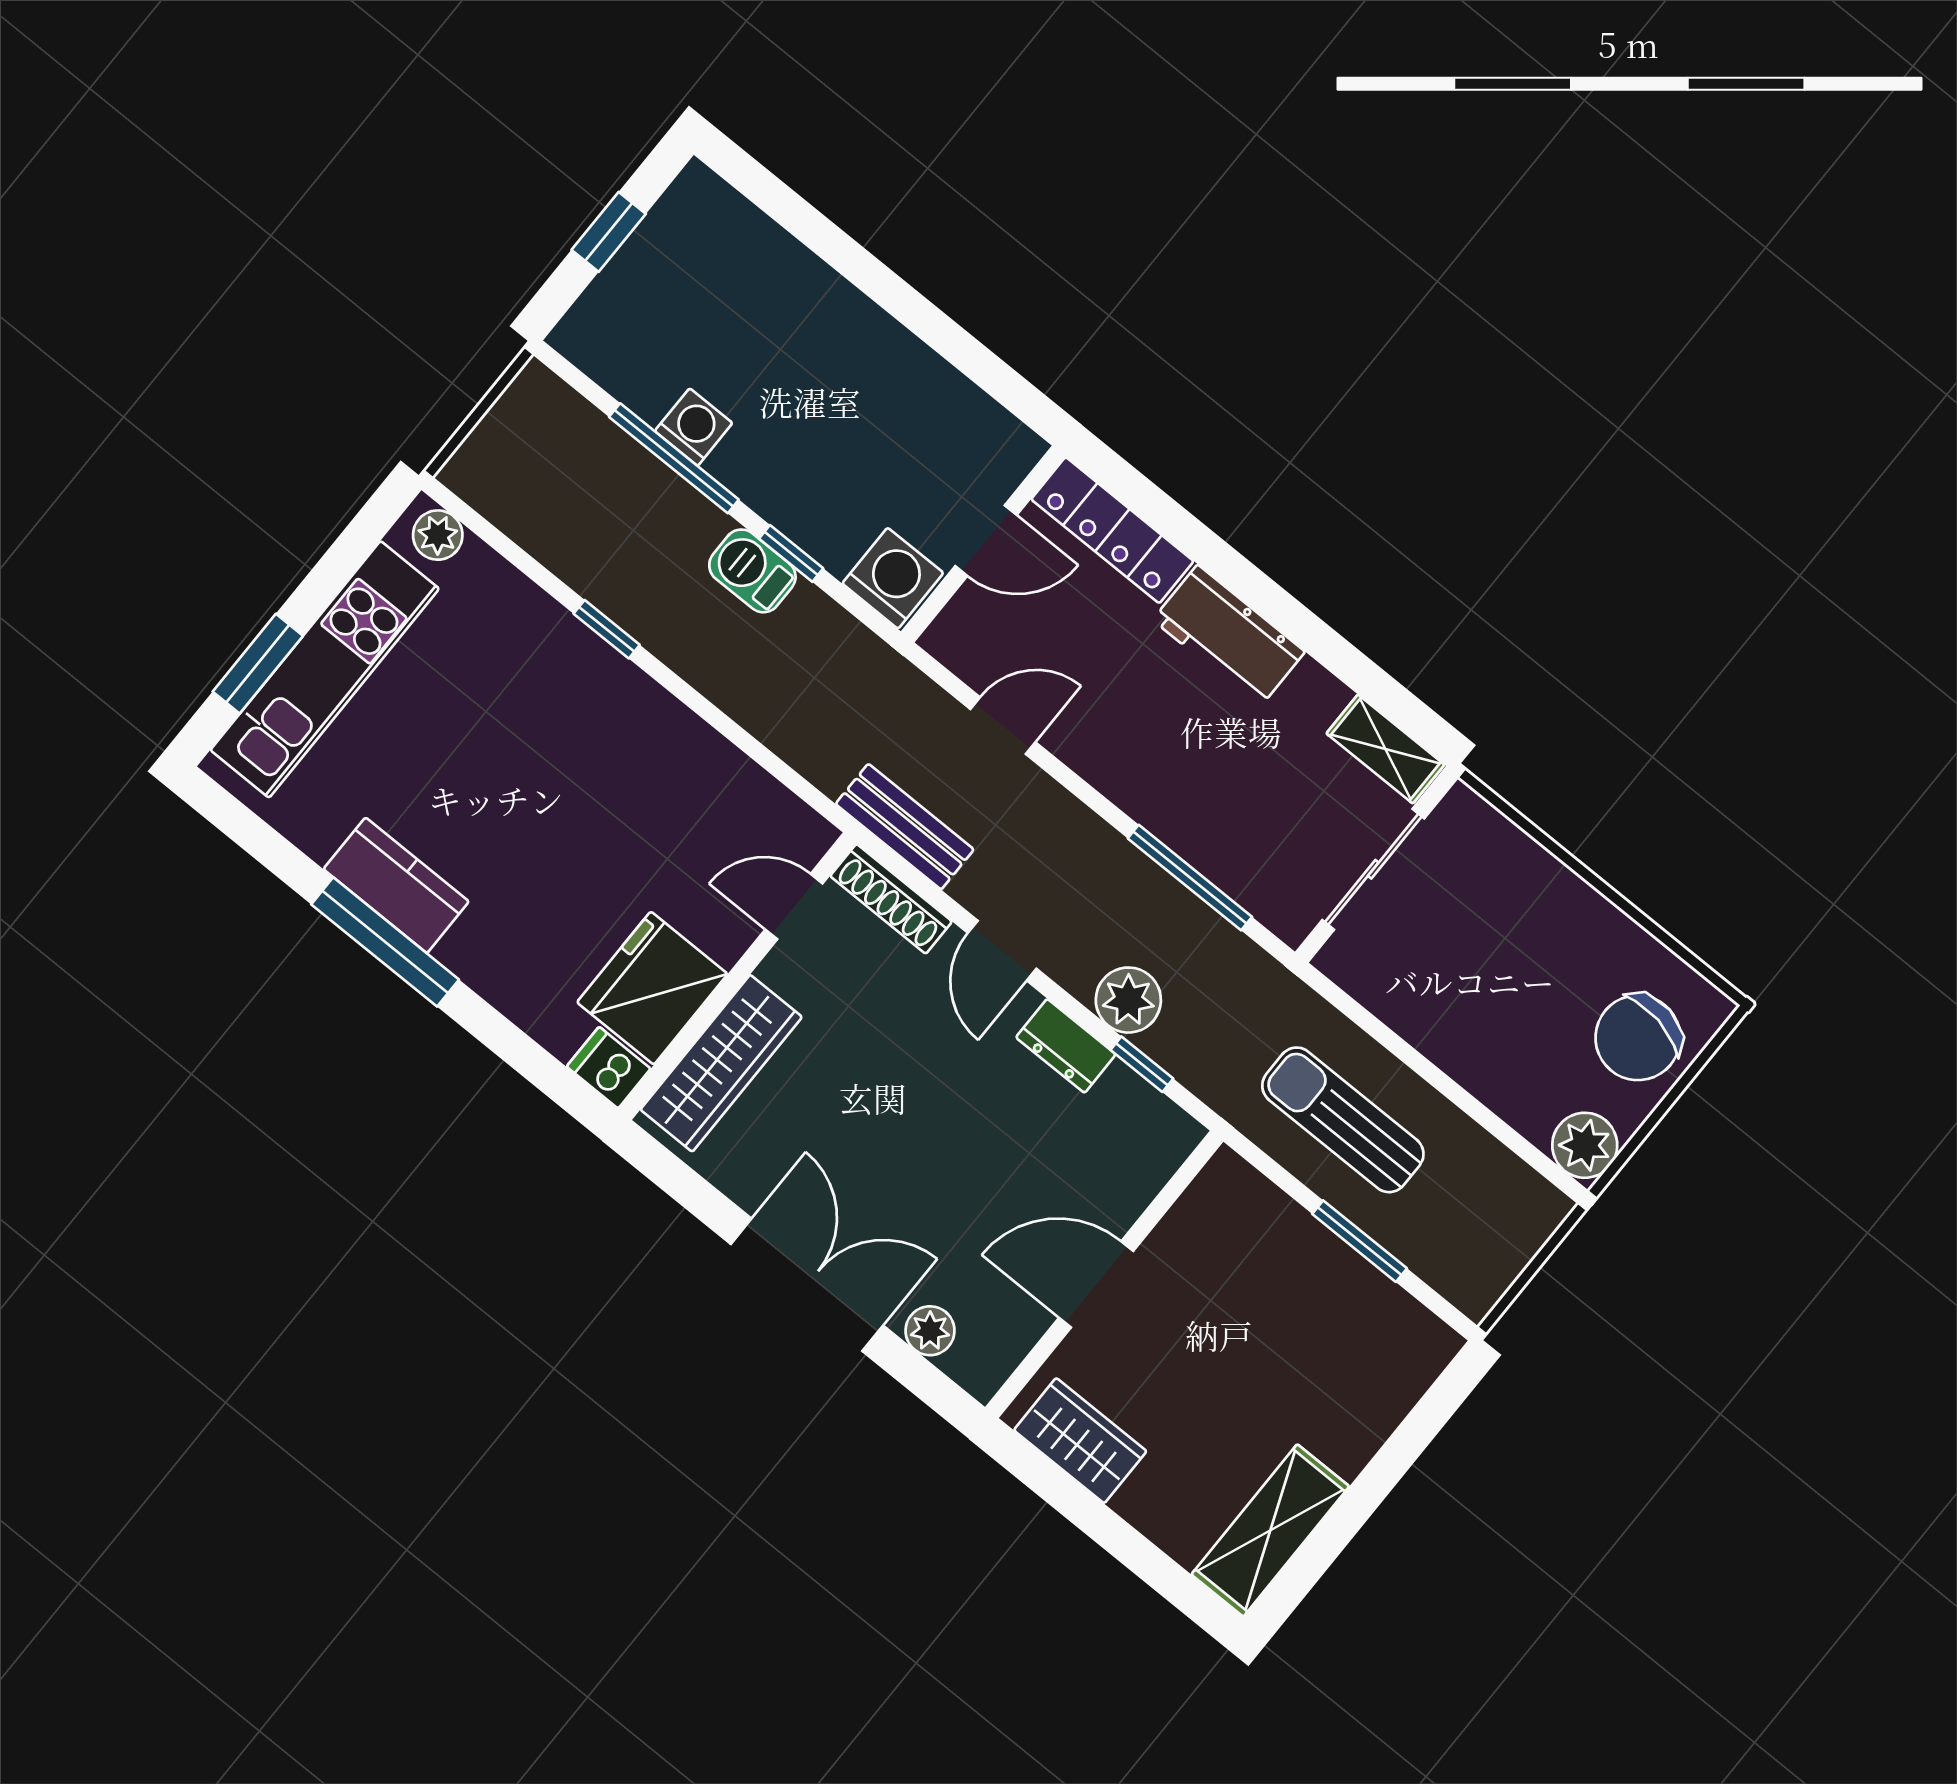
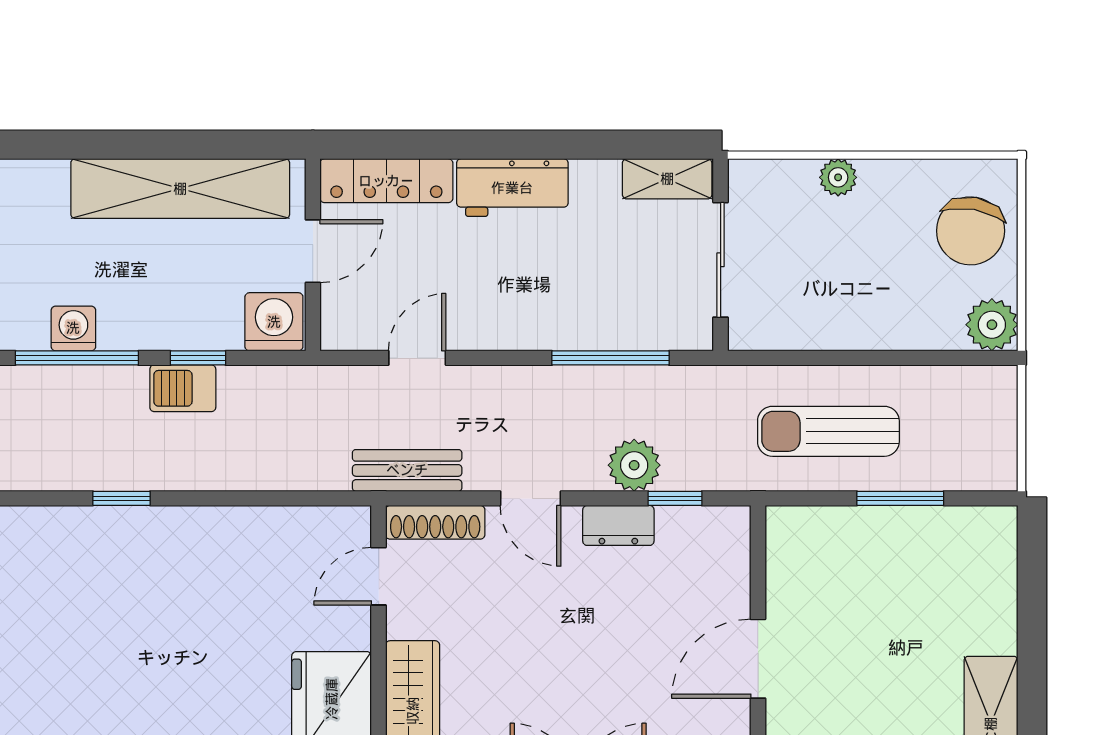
shelving: (907, 376) -> (180, 189), added
plant: (1552, 882) -> (838, 177), added

